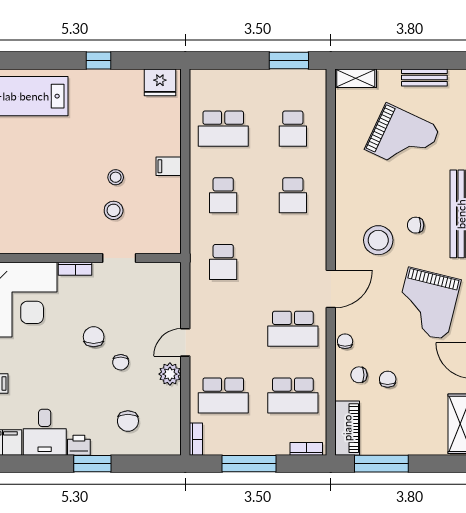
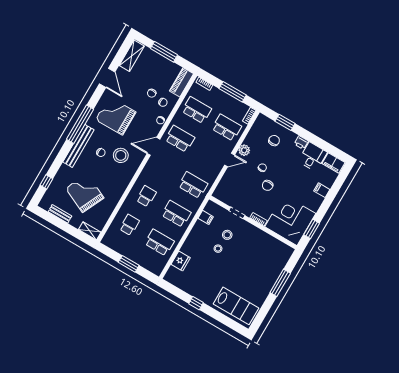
window: (289, 61) -> (129, 264), moved
fridge: (160, 82) -> (181, 261), moved, turned 90
filing cabinet: (169, 166) -> (206, 217), moved
school desk: (223, 195) -> (176, 214), width x1.85
school desk: (223, 262) -> (193, 185), width x1.85
grand piano: (427, 304) -> (116, 116), turned -104
window: (92, 464) -> (285, 122), moved
window: (381, 464) -> (164, 52), moved

